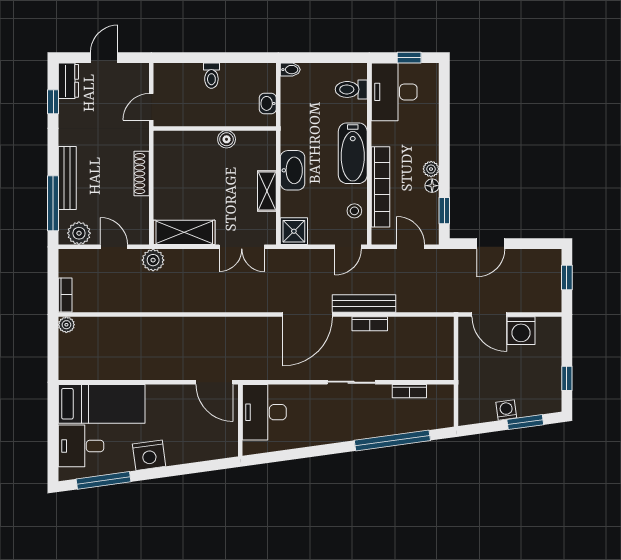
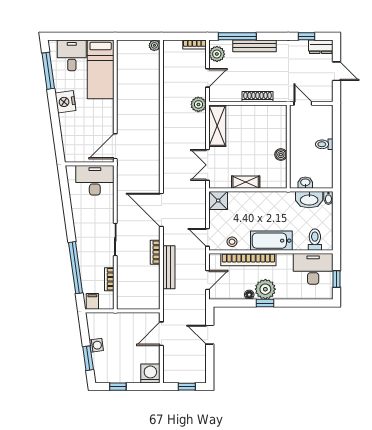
plant: (431, 169) -> (265, 289), width x1.87, depth x1.87
washbasin: (293, 170) -> (309, 200), moved
window: (444, 211) -> (265, 303), moved
bookcase: (65, 295) -> (194, 45), moved
bench: (364, 304) -> (169, 267), moved
washing machine: (521, 331) -> (150, 373), moved, turned 90
filing cabinet: (442, 416) -> (92, 301), added

